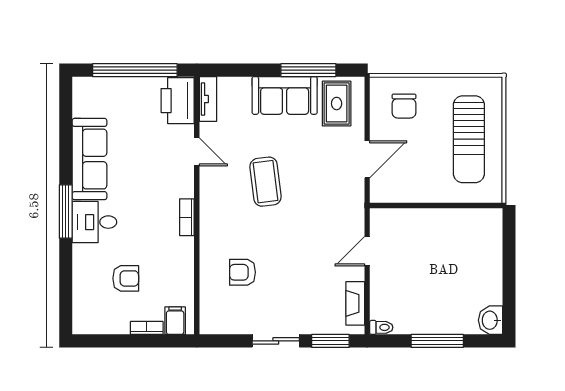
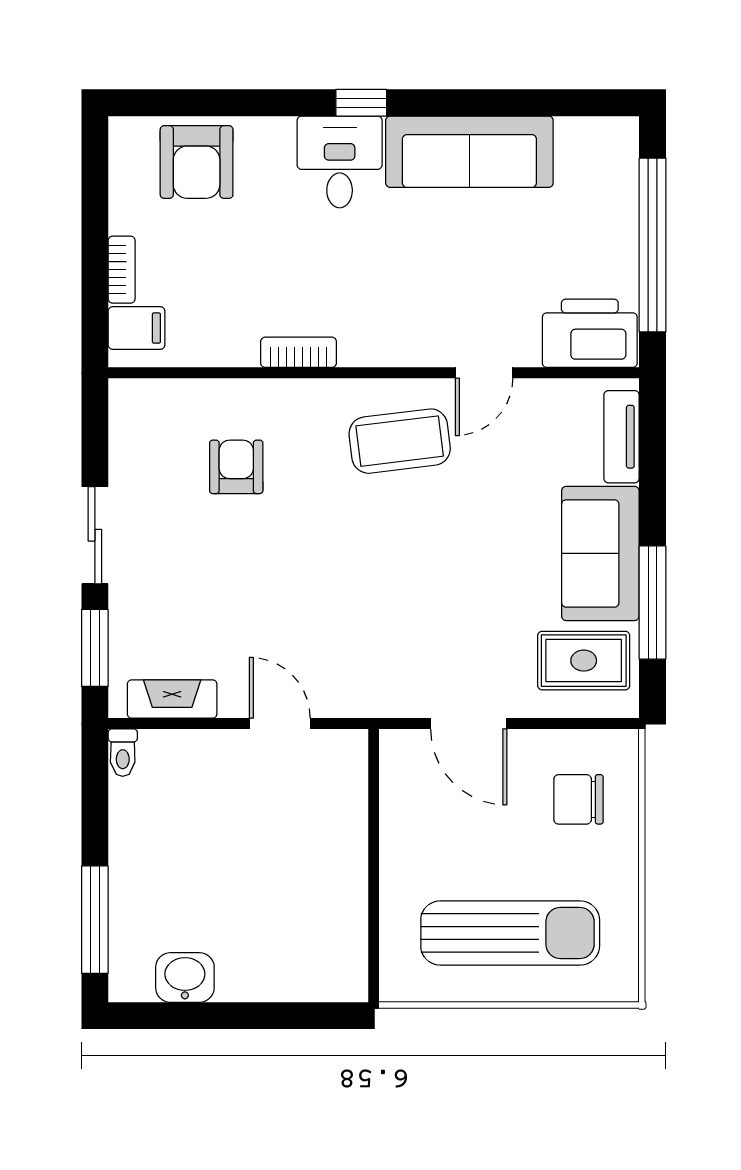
tv unit: (208, 99) -> (622, 437), moved, turned 90
sun lounger: (469, 139) -> (510, 933), turned 180
coffee table: (266, 182) -> (400, 441), moved
window: (66, 212) -> (361, 103), width x0.46
bookcase: (187, 217) -> (299, 352), moved
armchair: (126, 278) -> (197, 162), moved, width x1.38, depth x1.38
washbasin: (490, 320) -> (185, 977), moved
window: (437, 341) -> (95, 920), moved

